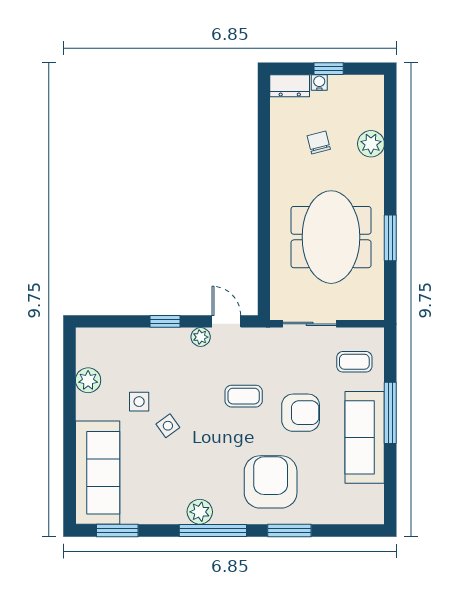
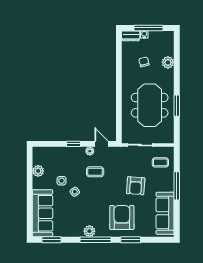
window: (329, 69) -> (149, 28), width x2.17
coffee table: (244, 396) -> (95, 172), moved
armchair: (301, 413) -> (136, 186), turned 94
sofa: (365, 437) -> (165, 213), moved

